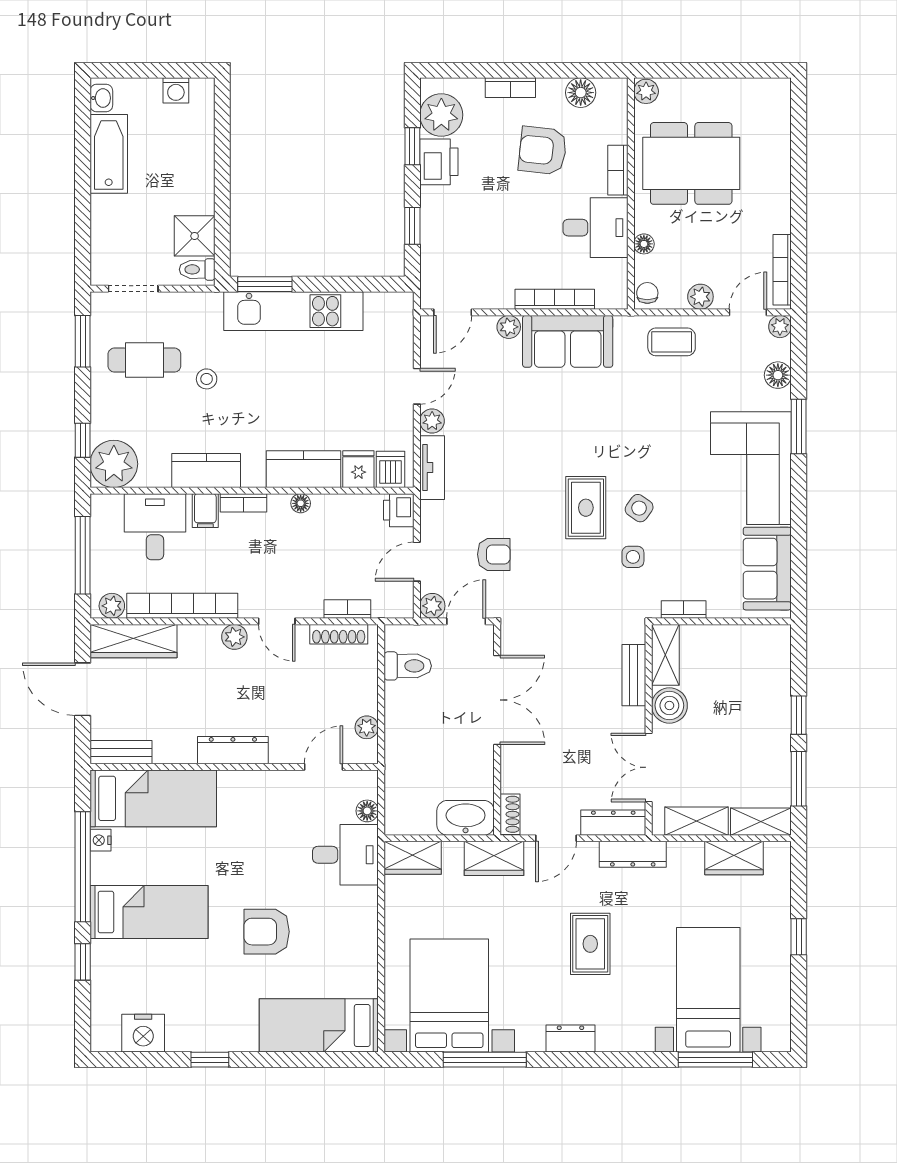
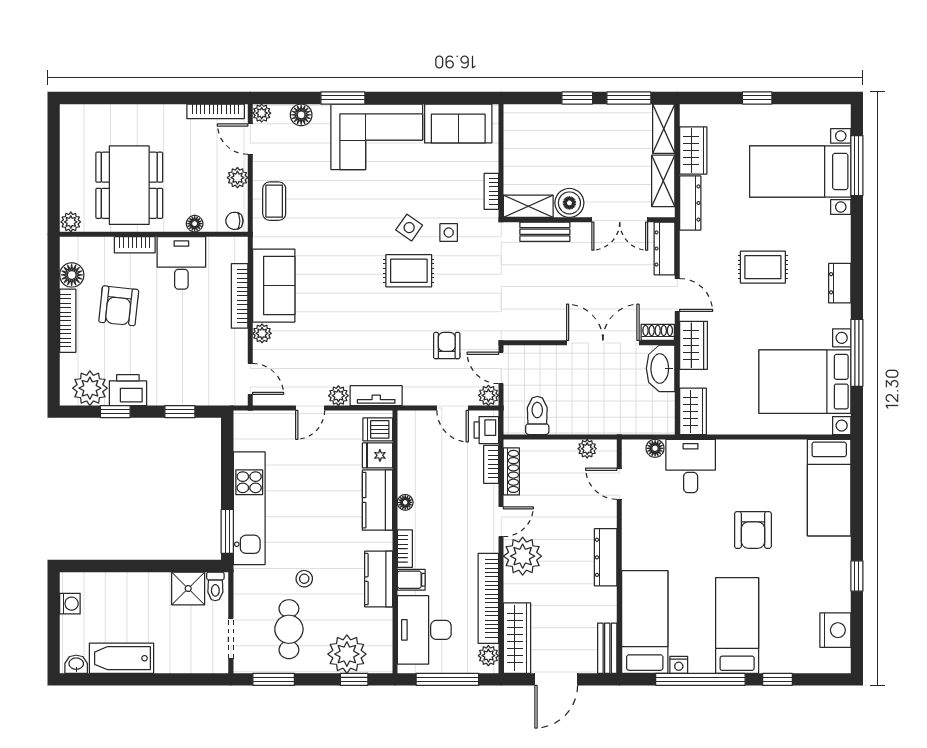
bookcase: (510, 88) -> (68, 321), width x1.56
door: (417, 386) -> (310, 408), swing flipped
plant: (114, 464) -> (347, 654), moved
printer: (399, 510) -> (486, 430), moved, turned 90
desk: (155, 527) -> (424, 630), width x1.37
plant: (234, 637) -> (523, 556), width x1.88, depth x1.88
double door: (497, 700) -> (603, 343), moved
dresser: (633, 854) -> (690, 203), moved

